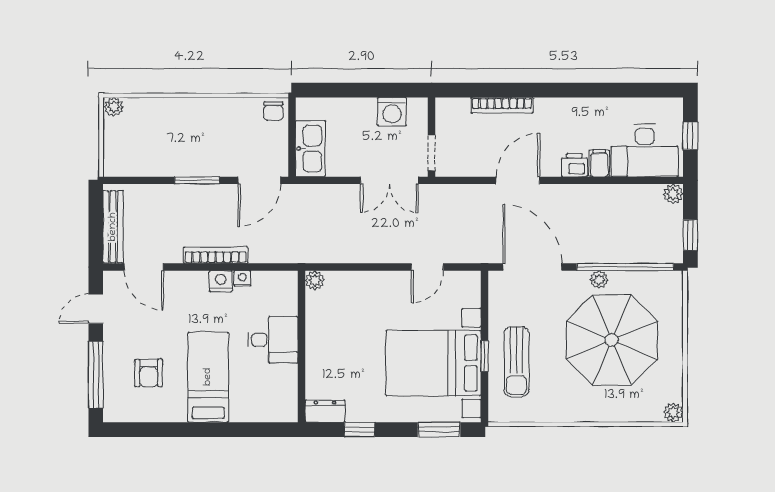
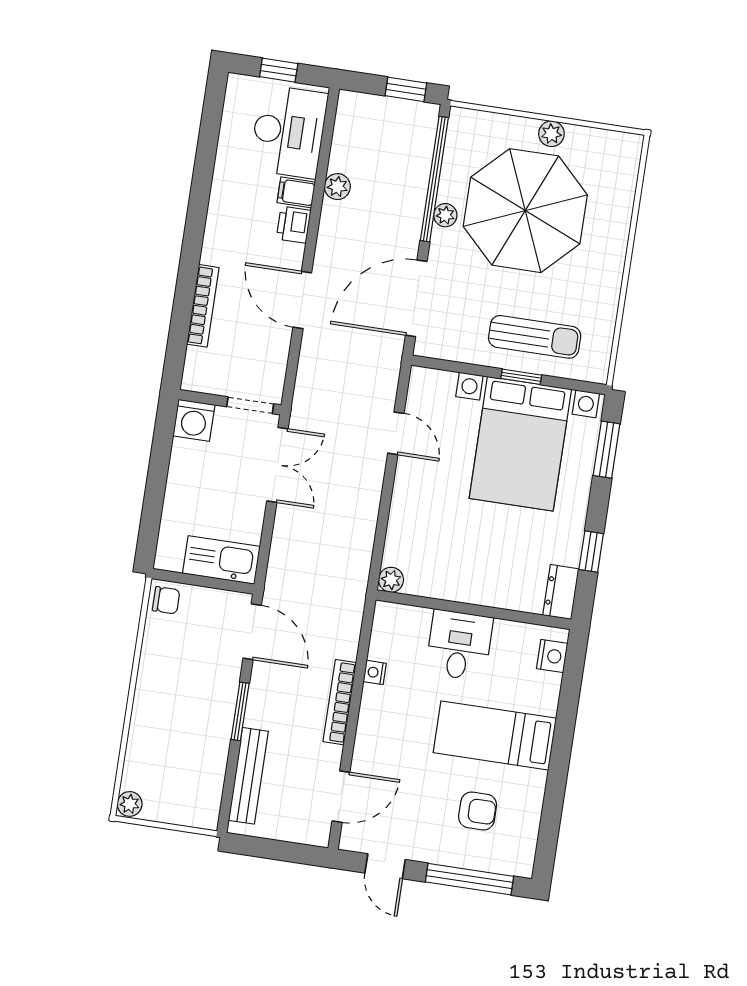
washing machine: (392, 112) -> (194, 420), moved, turned 90
plant: (673, 194) -> (337, 187), moved
bench: (113, 227) -> (248, 776), moved, turned 90
nightstand: (221, 281) -> (552, 656), moved, turned 180
plant: (673, 412) -> (551, 134), moved

